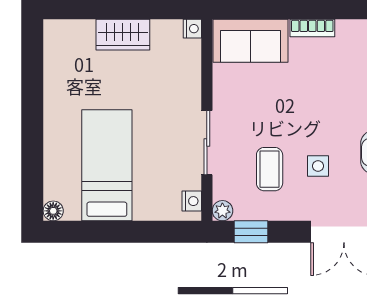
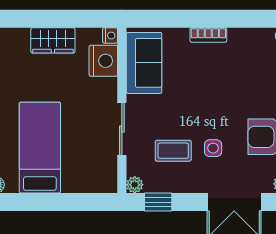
sofa: (250, 41) -> (144, 63), moved, turned -90
coffee table: (270, 169) -> (173, 151), turned 90
nightstand: (192, 201) -> (103, 61), moved, width x1.89, depth x1.79

